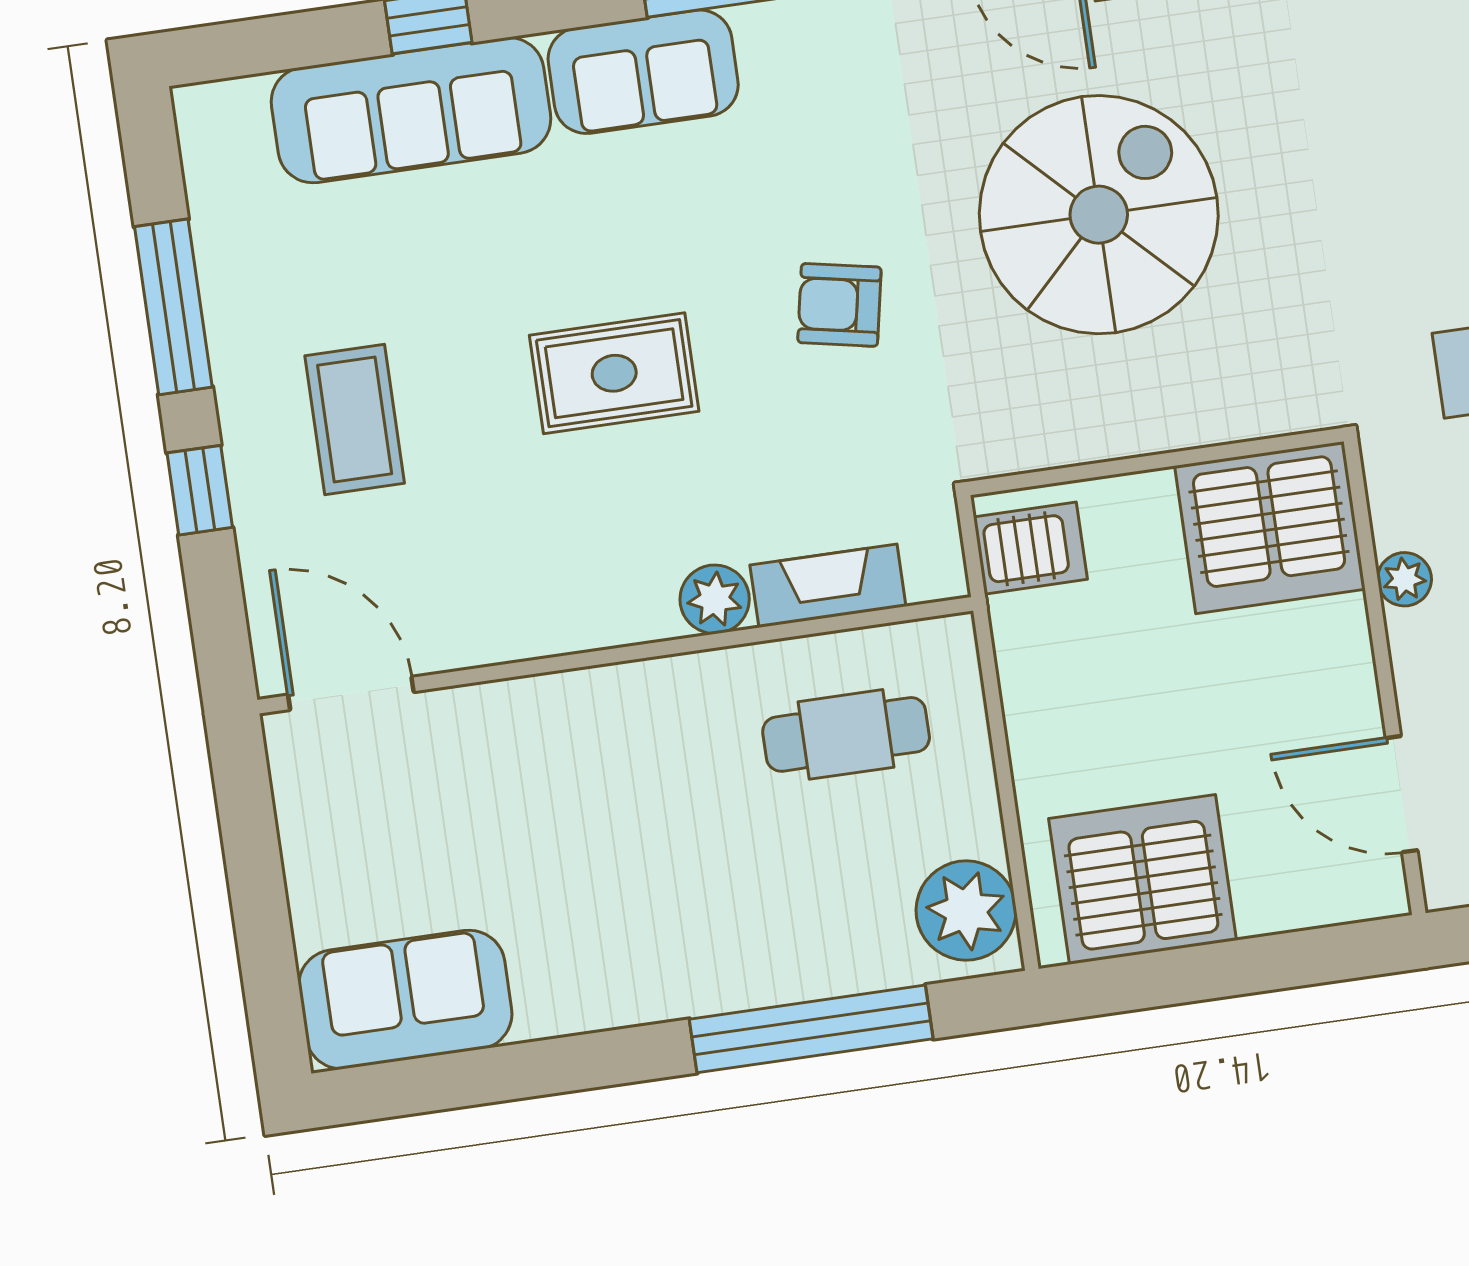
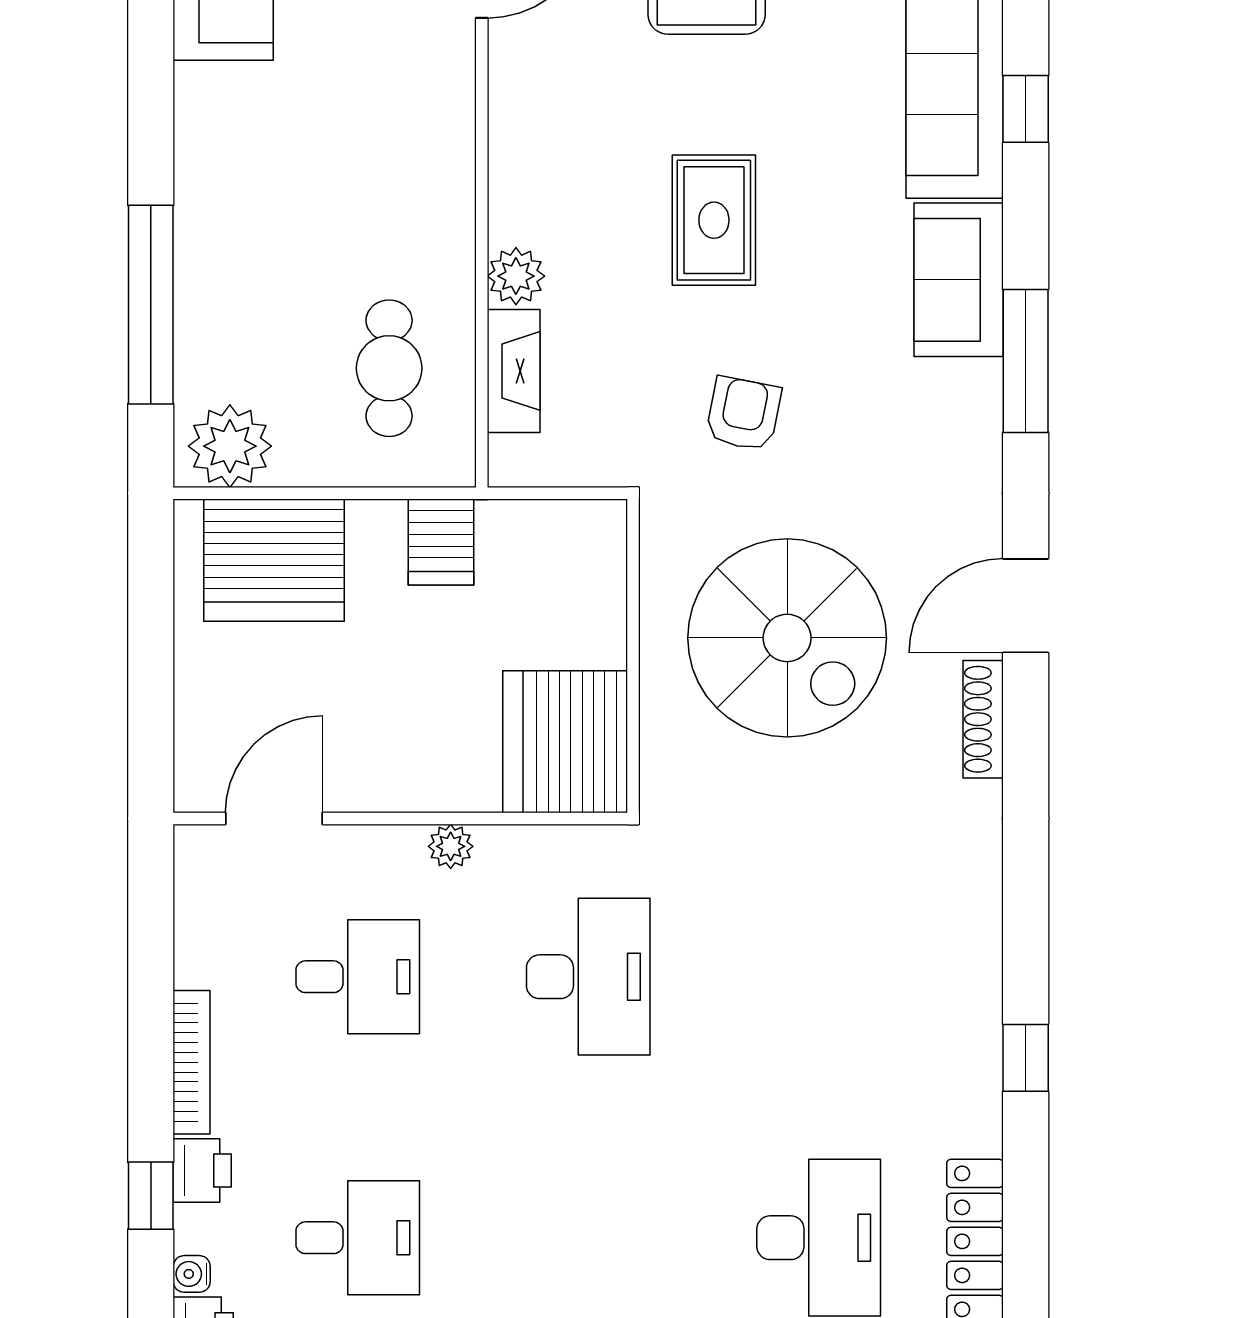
wall: (1156, 462) -> (633, 656), moved
server rack: (1270, 528) -> (565, 742), moved
server rack: (1030, 548) -> (441, 542), moved
server rack: (1143, 879) -> (274, 560), moved, turned 90

